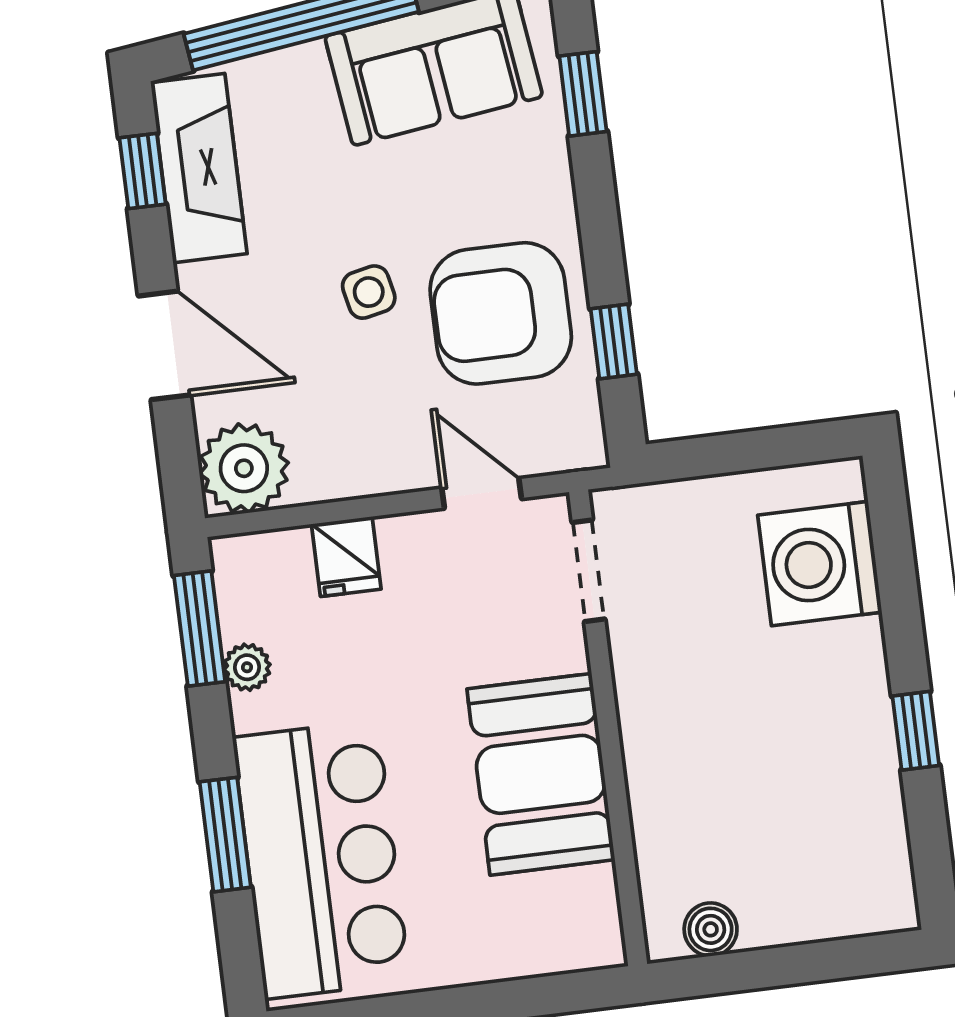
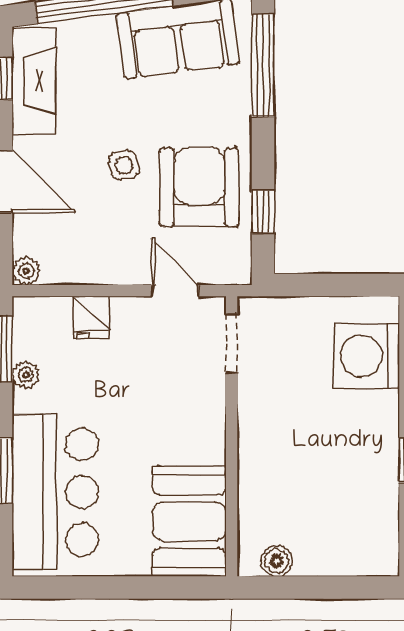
window: (583, 94) -> (263, 65), width x2.17
armchair: (501, 313) -> (199, 187), turned 90
plant: (244, 468) -> (26, 271), width x0.53, depth x0.53
booth: (541, 774) -> (189, 521), moved

